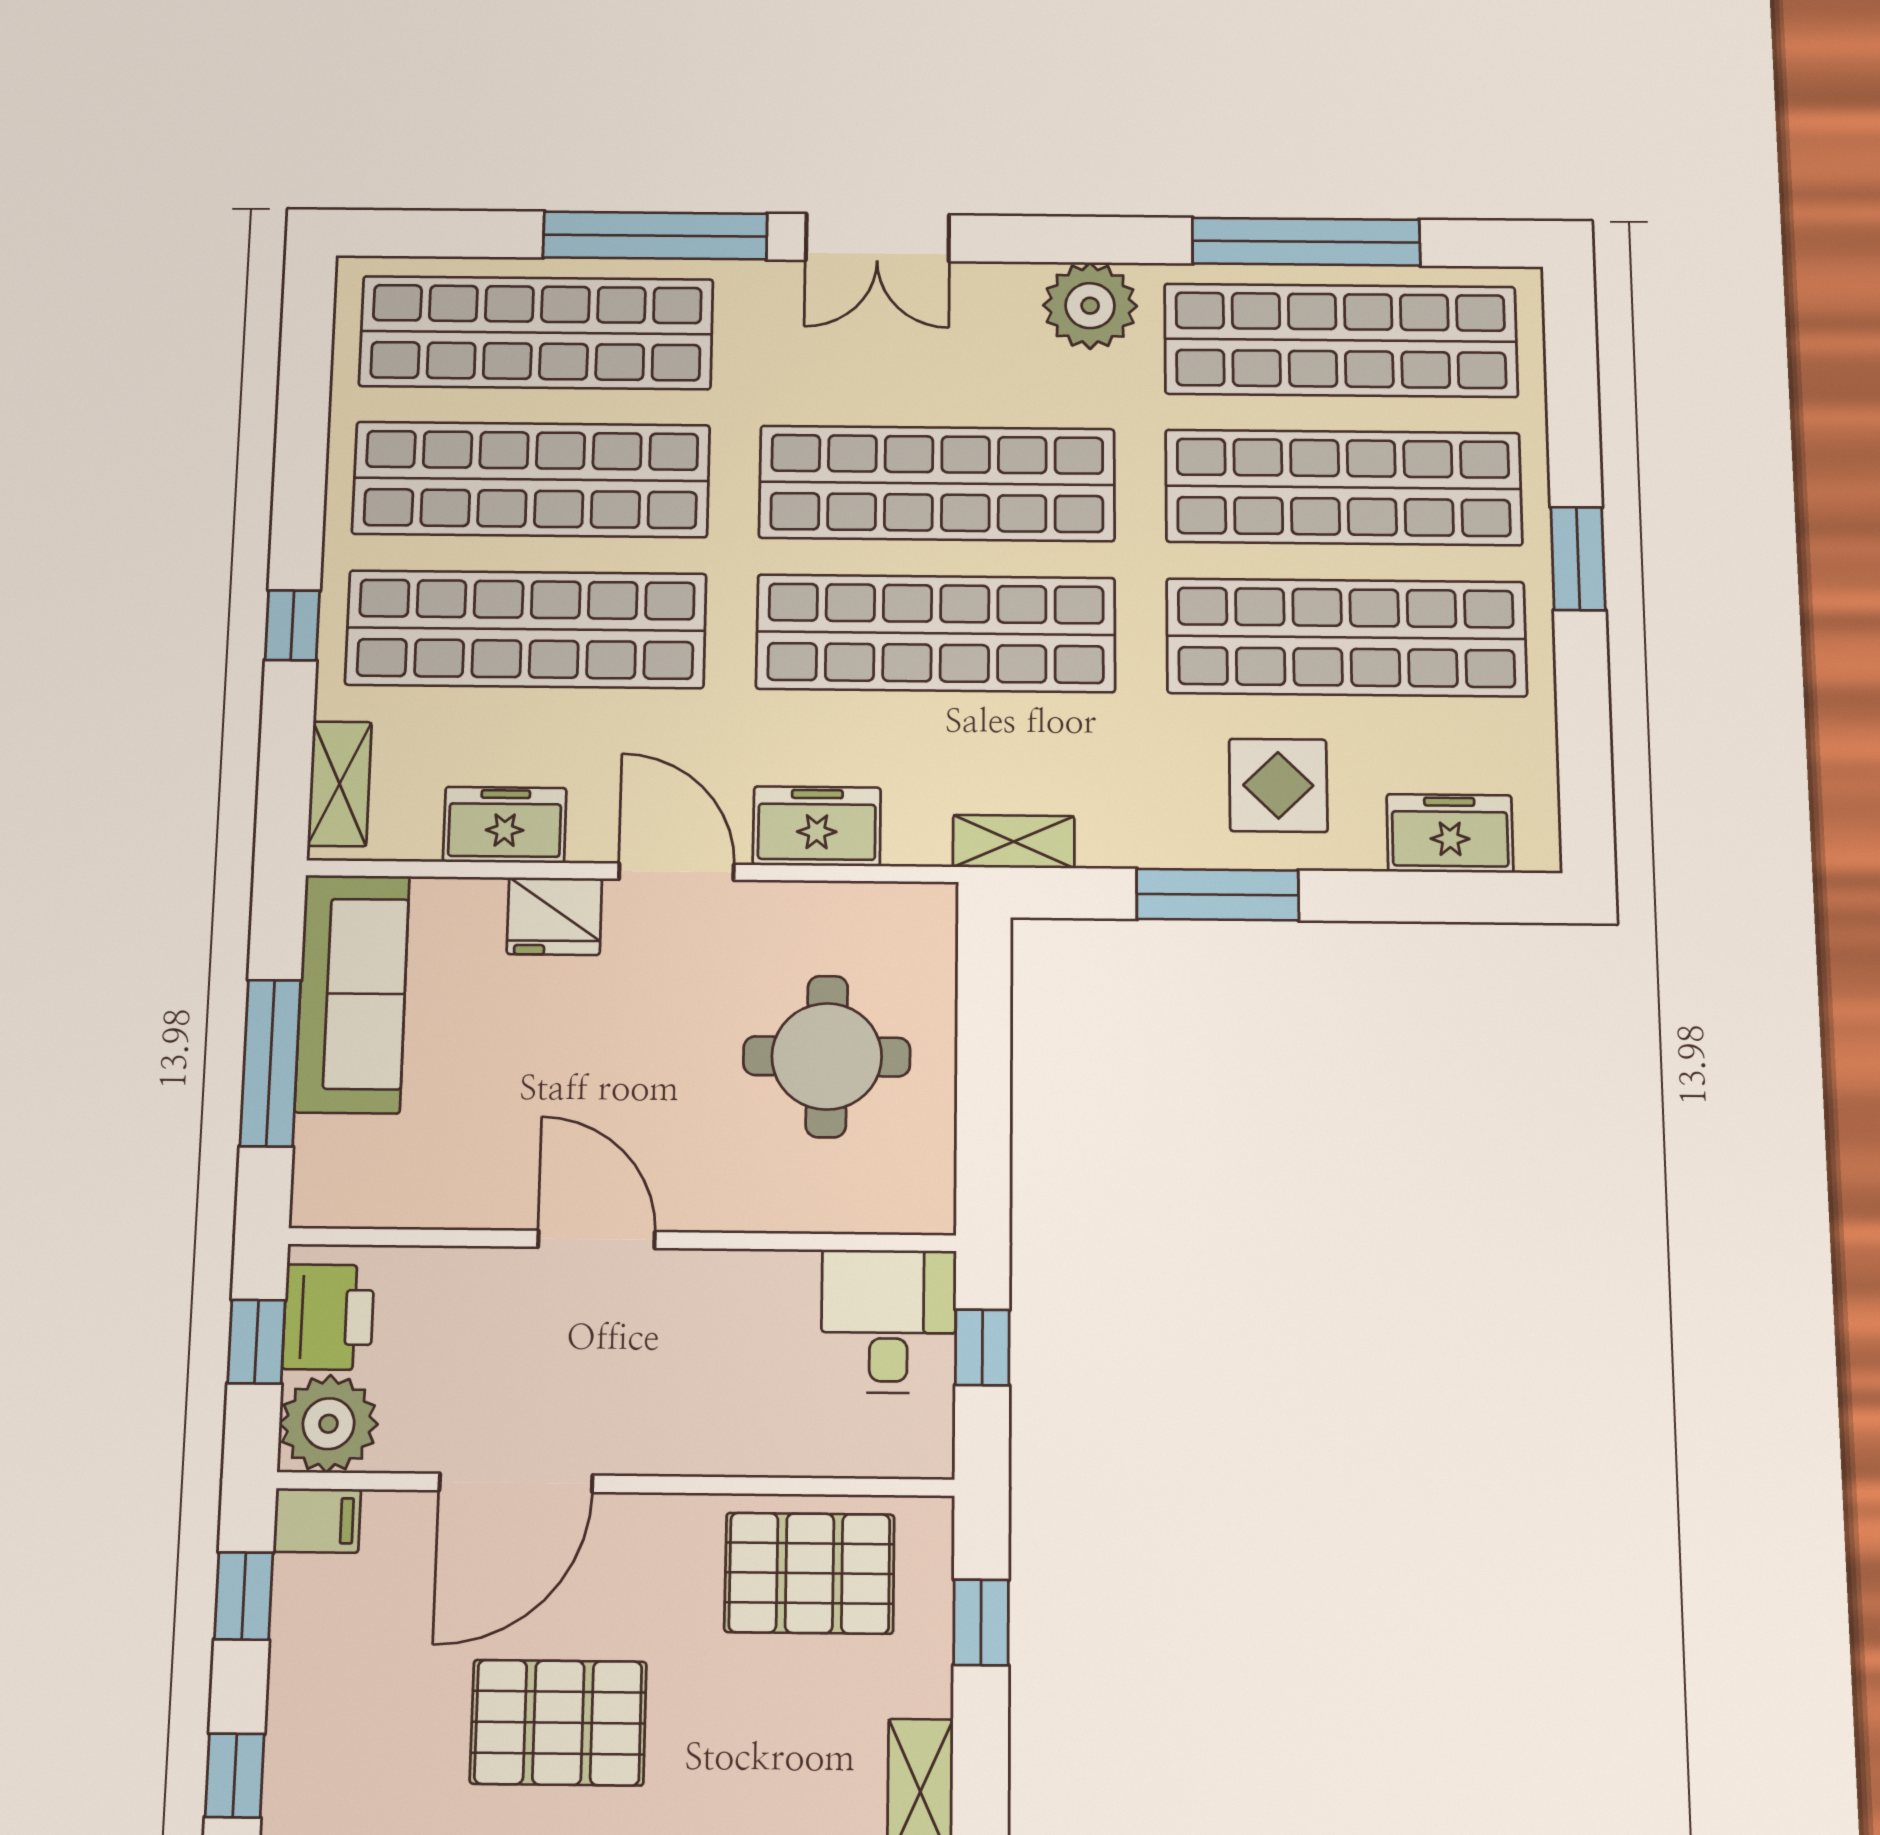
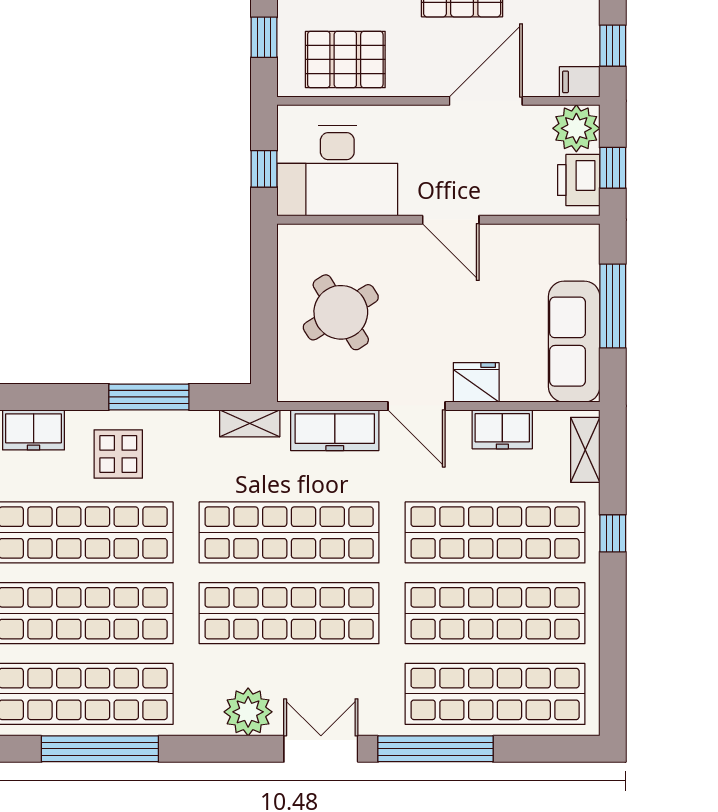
plant: (1090, 306) -> (248, 712), moved
freezer: (817, 826) -> (335, 430), width x1.40
round table: (827, 1056) -> (341, 312), turned -32
desk: (889, 1321) -> (337, 171), width x1.87, depth x1.30

